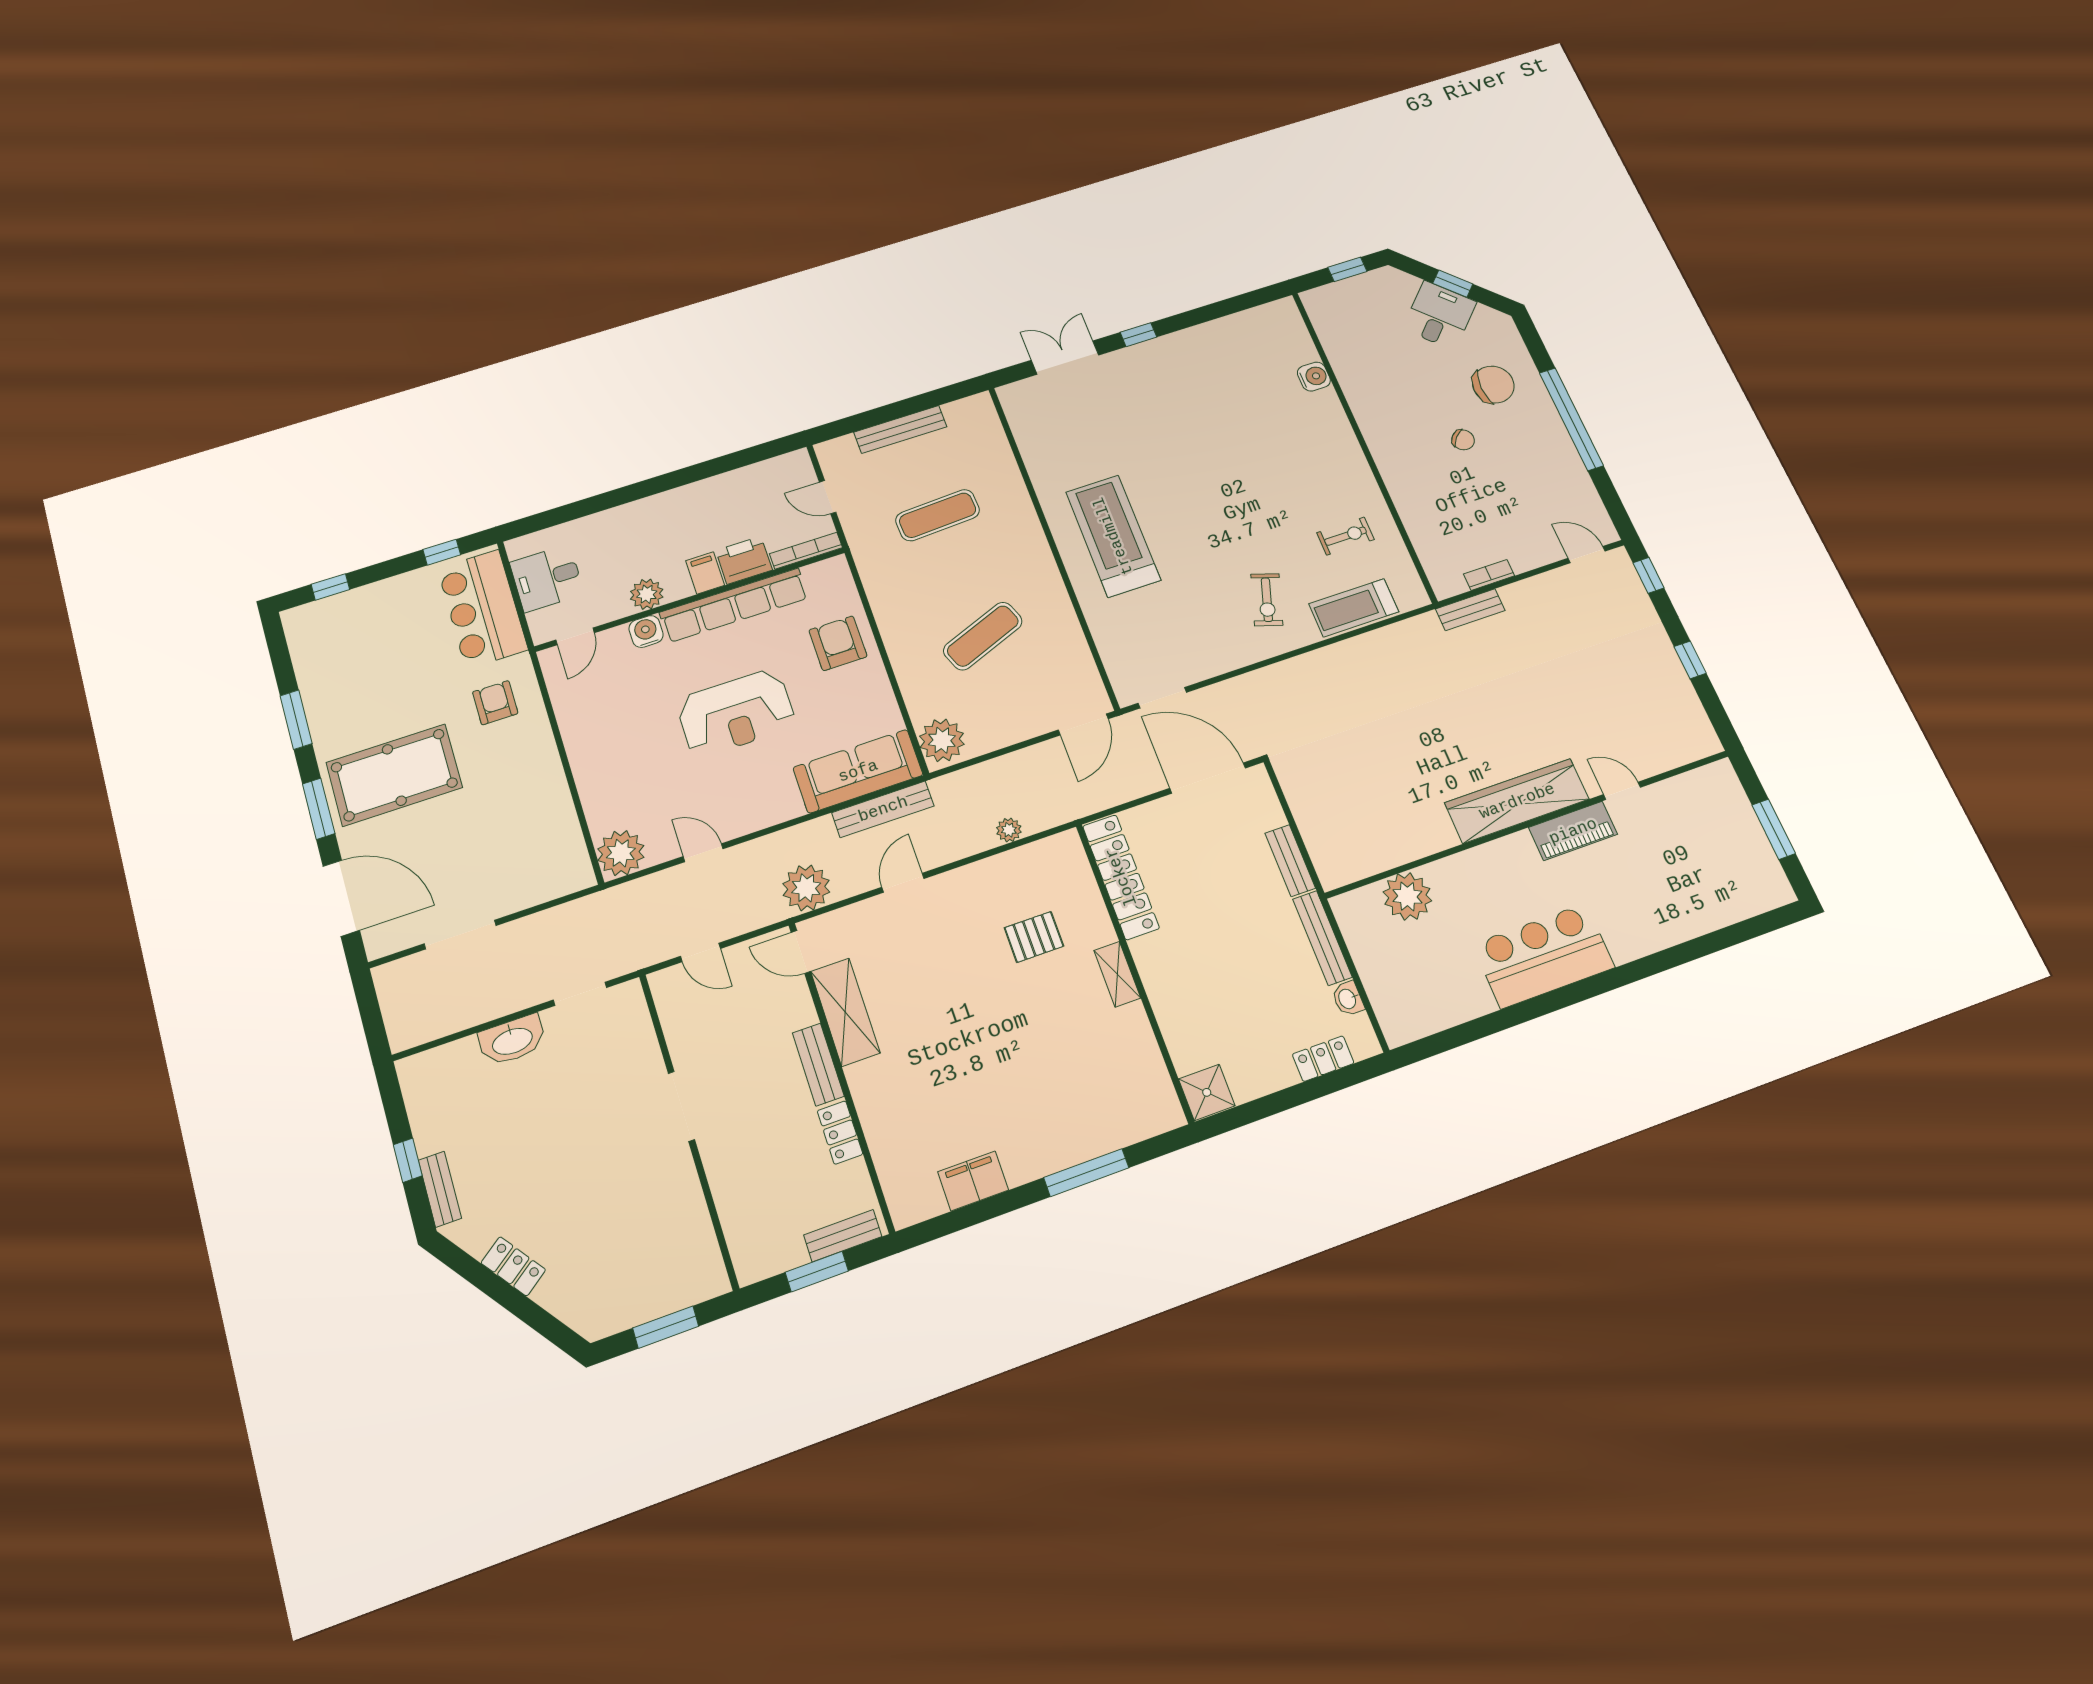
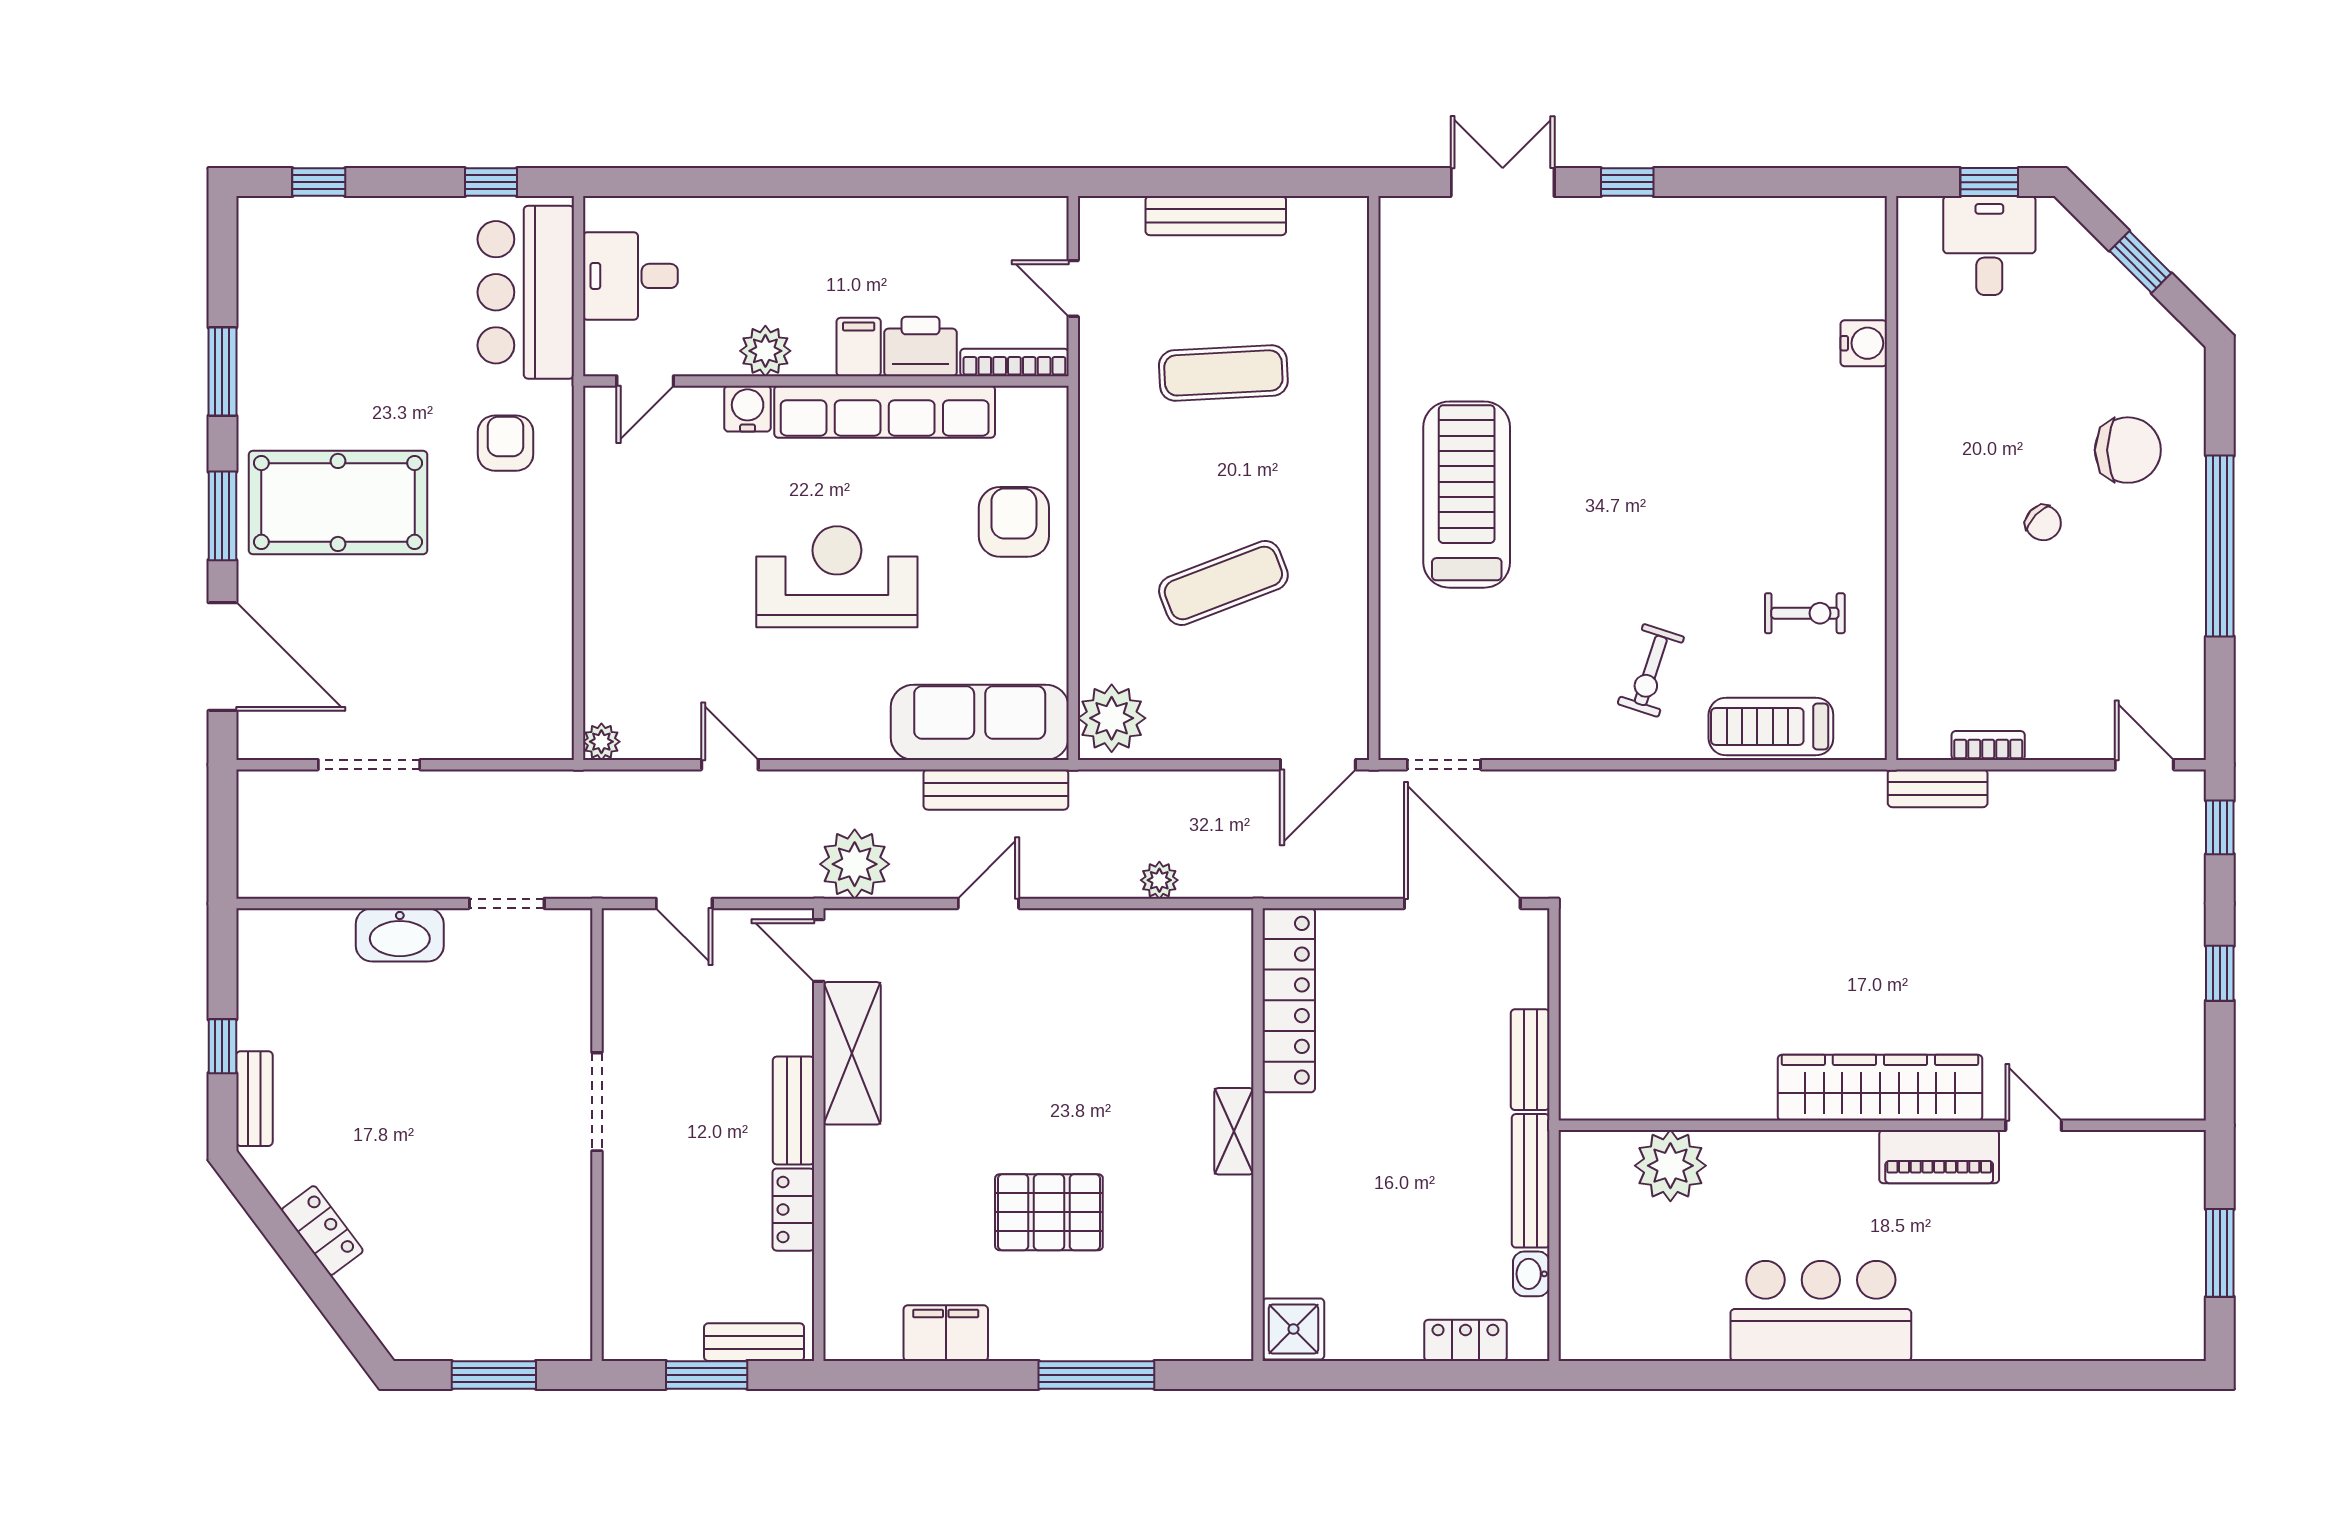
desk: (1439, 315) -> (1989, 246), moved, turned -45
reception desk: (736, 713) -> (837, 577), turned 180
plant: (621, 853) -> (601, 742), width x0.53, depth x0.53
pallet: (1034, 937) -> (1049, 1212), moved, width x1.50, depth x1.42

